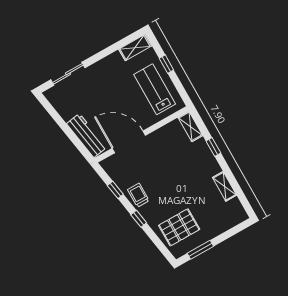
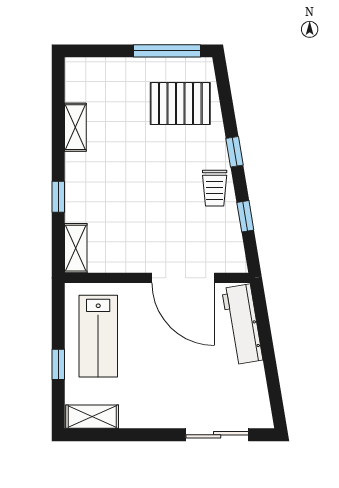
window: (200, 250) -> (167, 51), width x1.44

